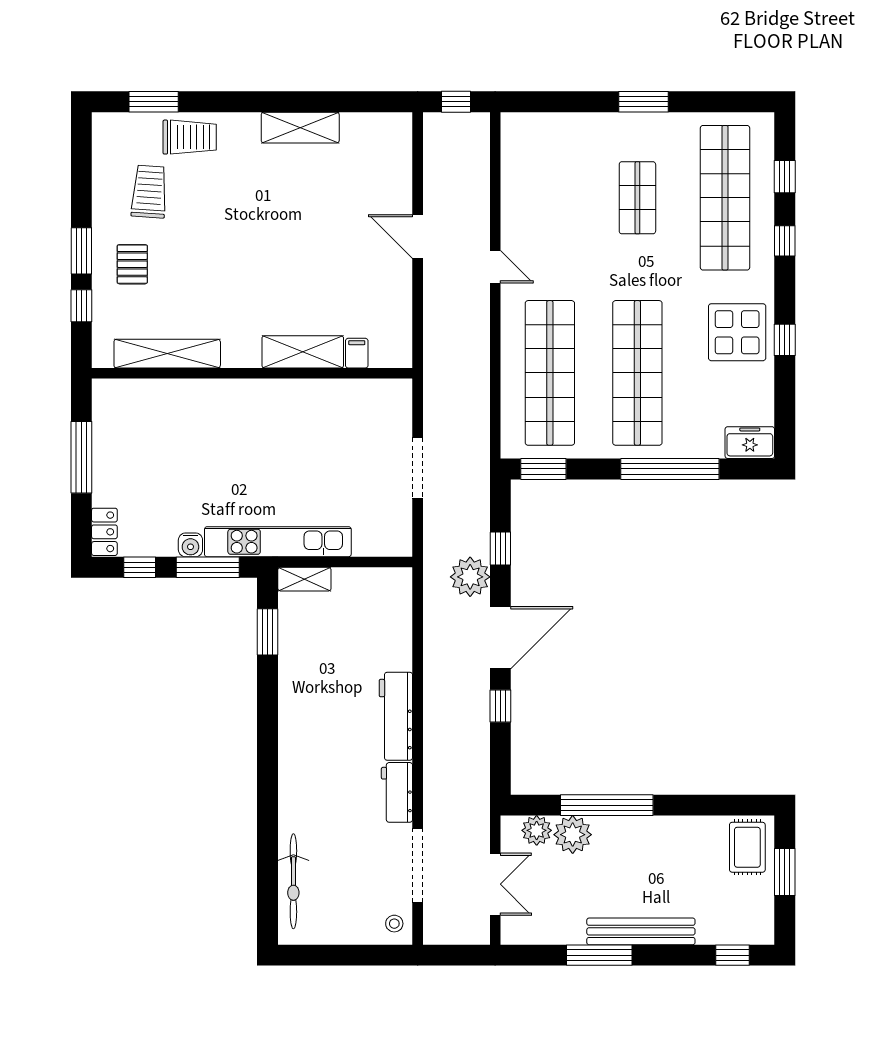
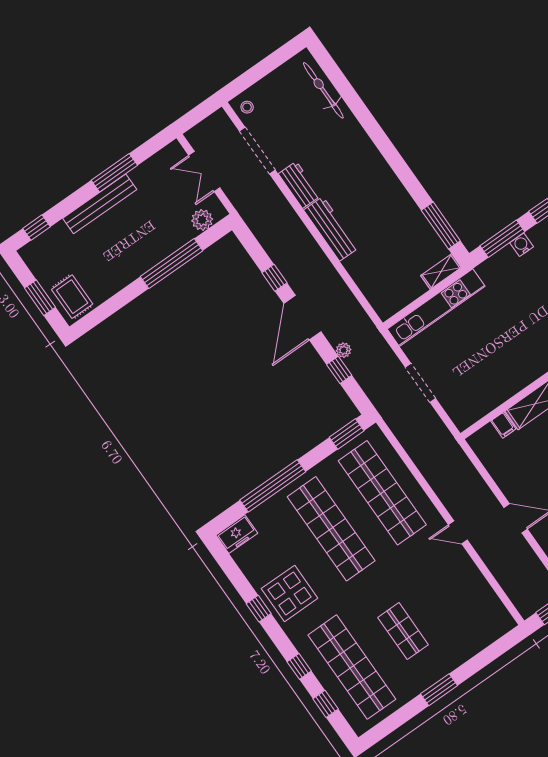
kitchen unit: (278, 542) -> (436, 308), moved
plant: (470, 577) -> (344, 350), width x0.53, depth x0.53
window: (268, 632) -> (441, 226), width x1.44
plant: (573, 835) -> (179, 232), removed

